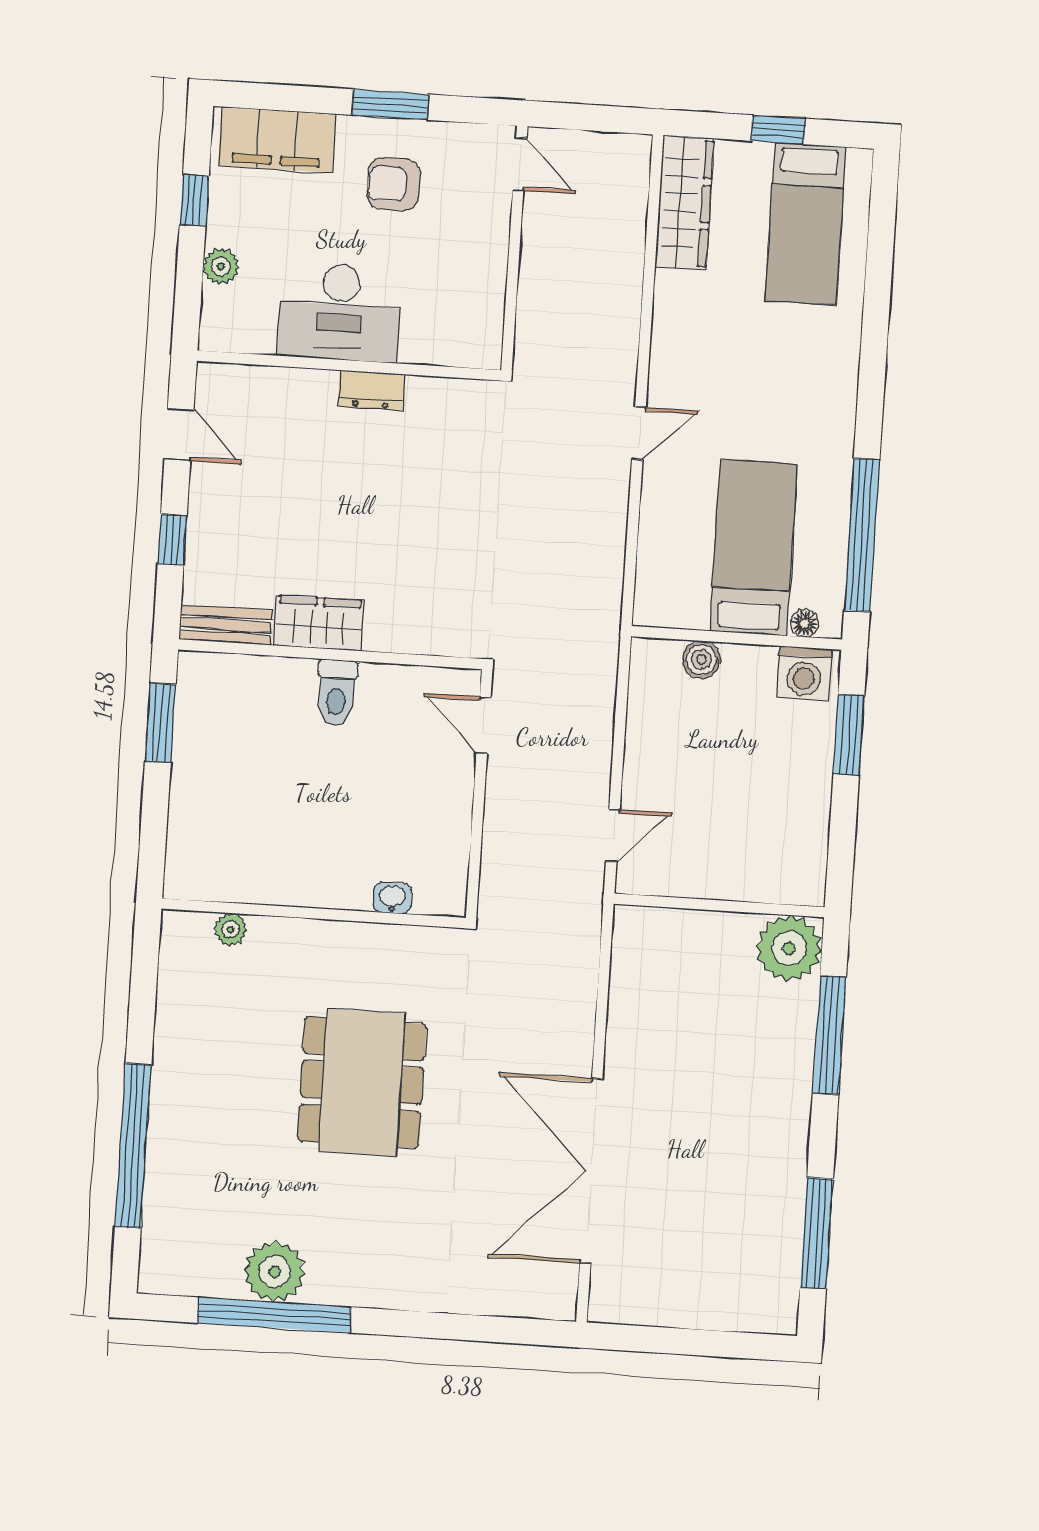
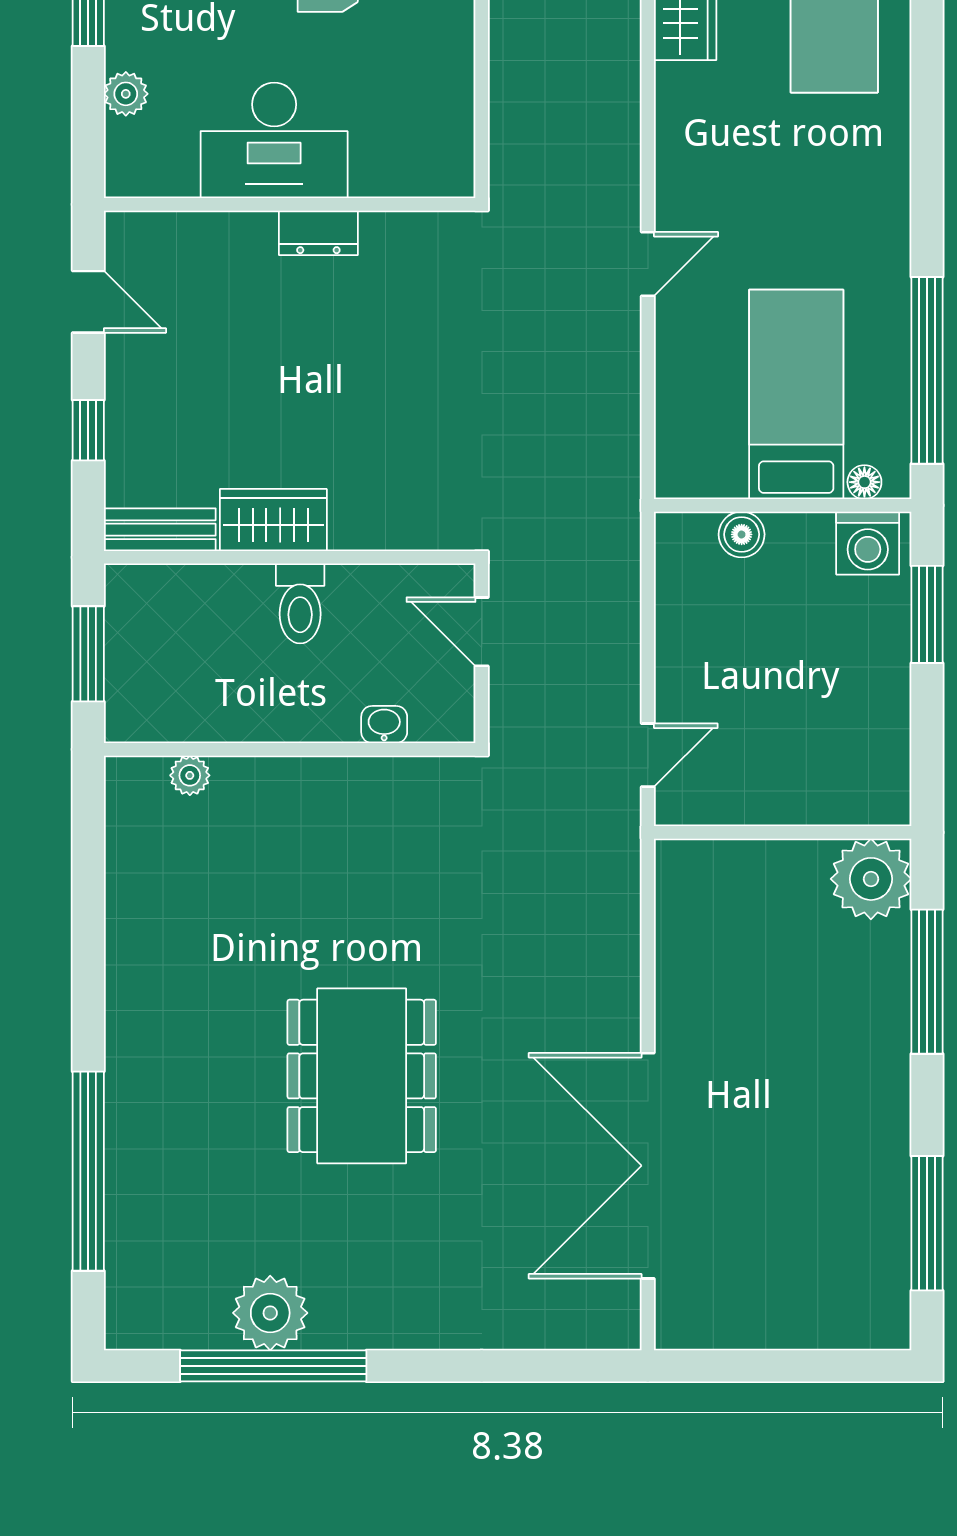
washbasin: (392, 898) -> (384, 724), moved
wall: (314, 913) -> (290, 749), moved
plant: (231, 929) -> (190, 775), moved

